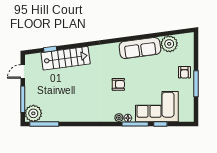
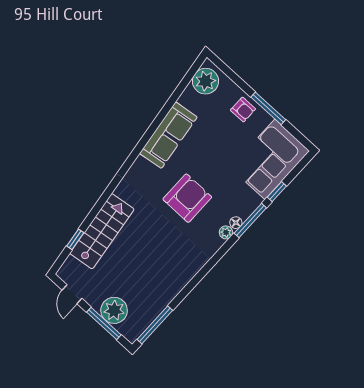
plant: (169, 44) -> (206, 81), moved
armchair: (118, 84) -> (187, 198), width x1.88, depth x1.88
corner sofa: (157, 107) -> (270, 159), moved
plant: (33, 113) -> (114, 310), moved

